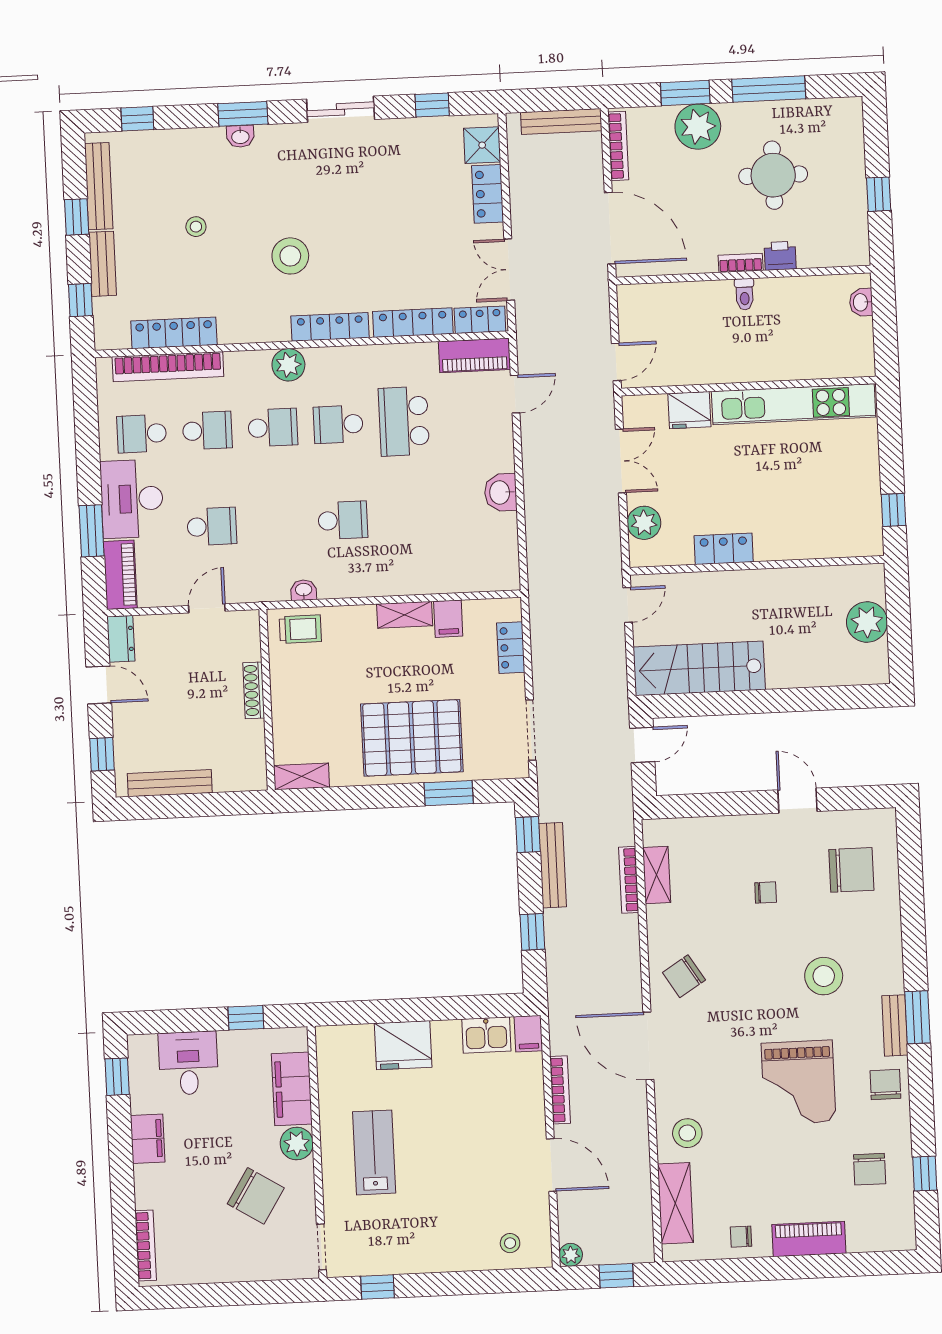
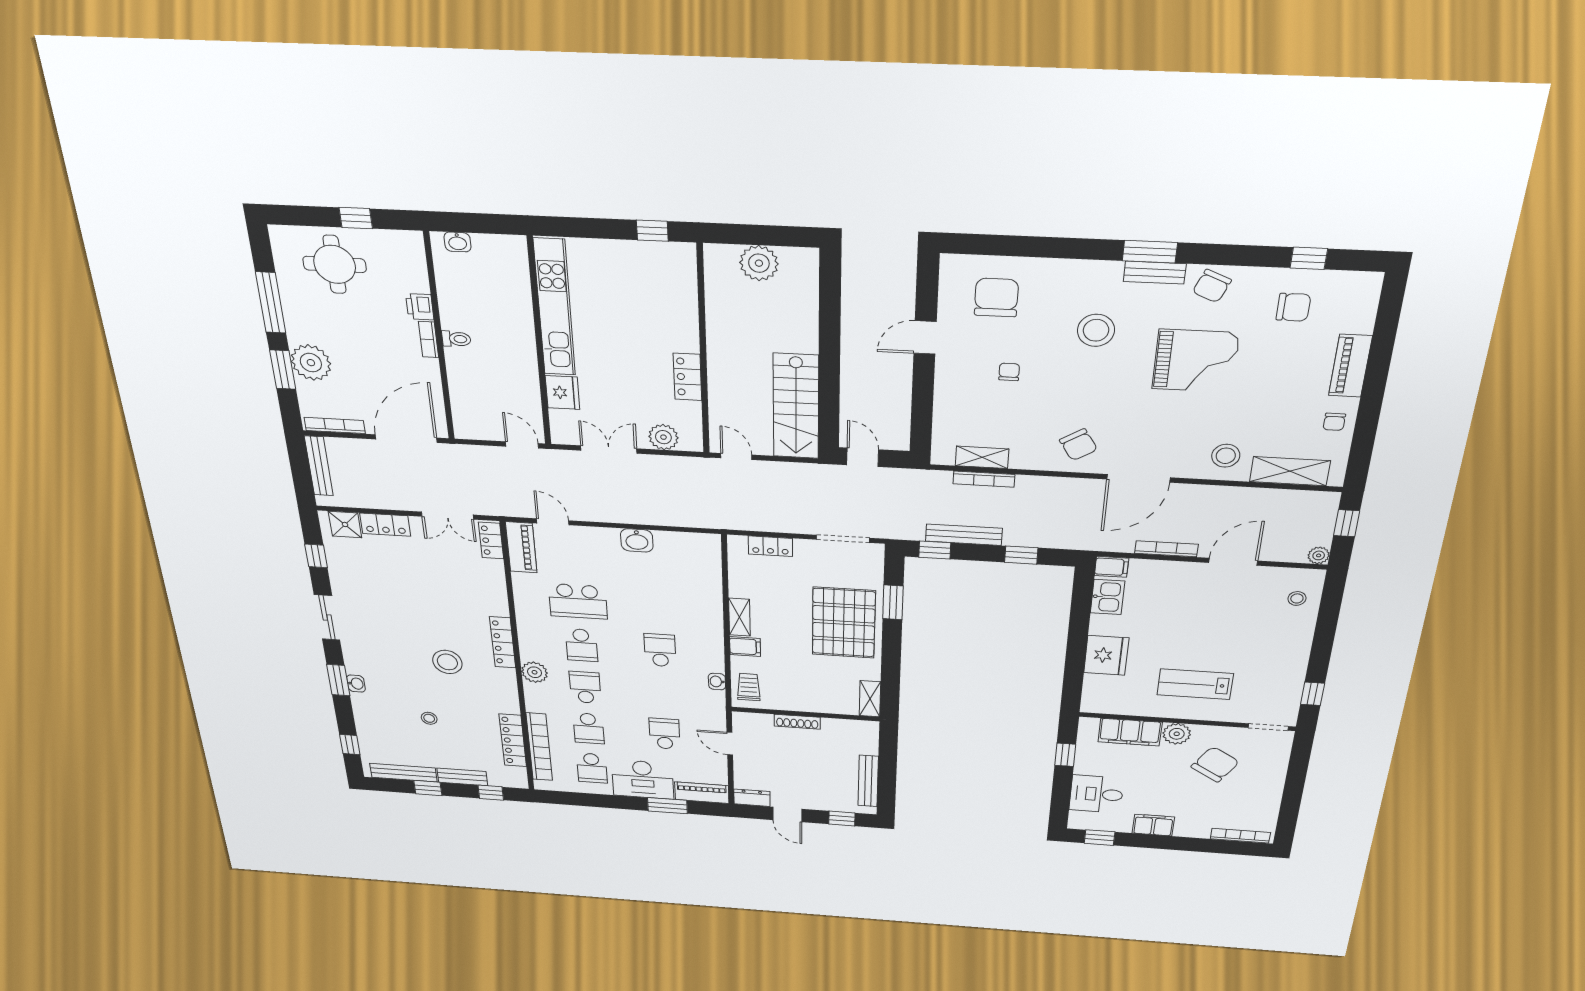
round table: (773, 175) -> (335, 264), moved
locker: (413, 323) -> (496, 587), removed
school desk: (207, 431) -> (589, 728), turned 180
filing cabinet: (448, 619) -> (745, 647), moved
door: (99, 685) -> (787, 815), swing flipped
chair: (885, 1084) -> (1212, 286), turned -67

